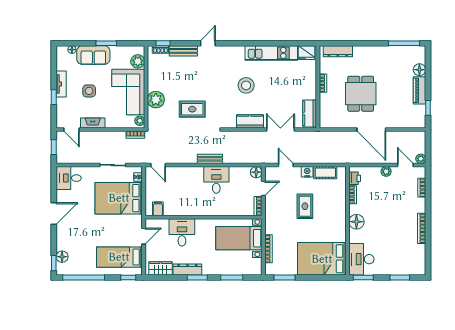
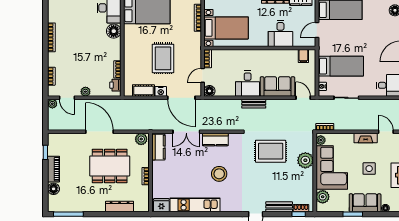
dresser: (338, 51) -> (120, 206), moved
dining table: (361, 94) -> (110, 166), width x1.38
rug: (192, 109) -> (271, 151), width x1.36, depth x1.43
plant: (328, 122) -> (141, 139), added
door: (286, 165) -> (181, 98), width x1.88
sofa: (185, 177) -> (277, 87), added
bed: (119, 198) -> (341, 66), width x0.67
rug: (305, 206) -> (163, 58), width x1.36, depth x1.43
floor lamp: (356, 222) -> (114, 31), moved

